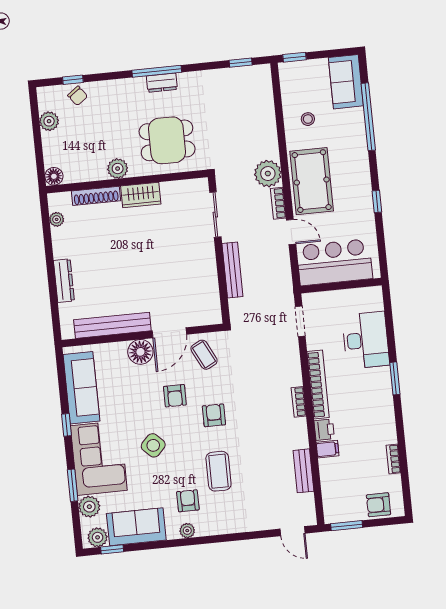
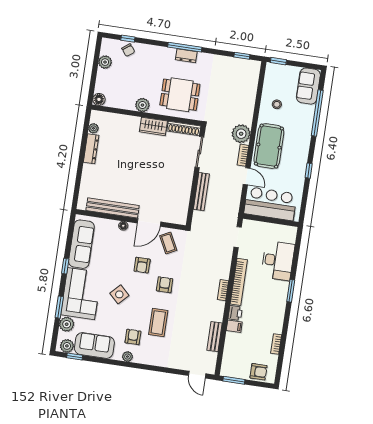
shoe rack: (96, 196) -> (184, 128), moved
dresser: (64, 281) -> (91, 149), moved
floor lamp: (140, 352) -> (123, 226), width x0.53, depth x0.53
armchair: (378, 505) -> (259, 372), turned 180

